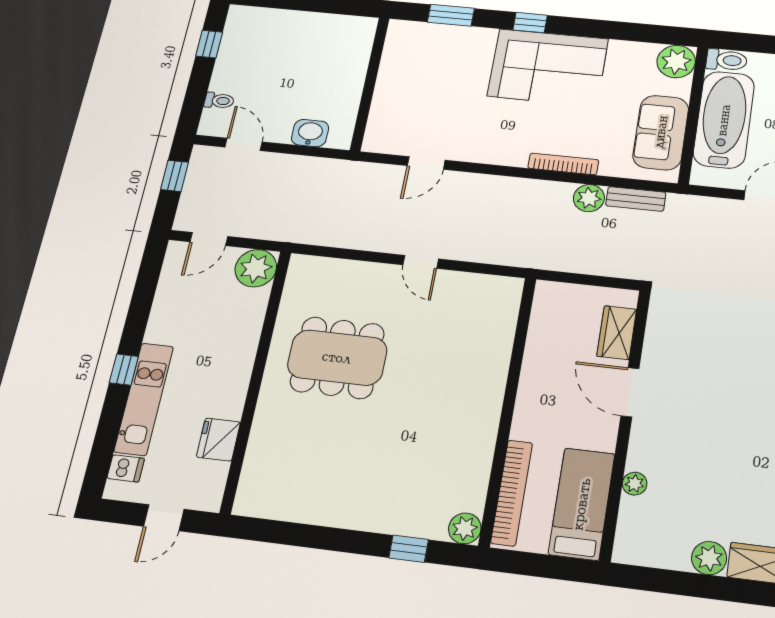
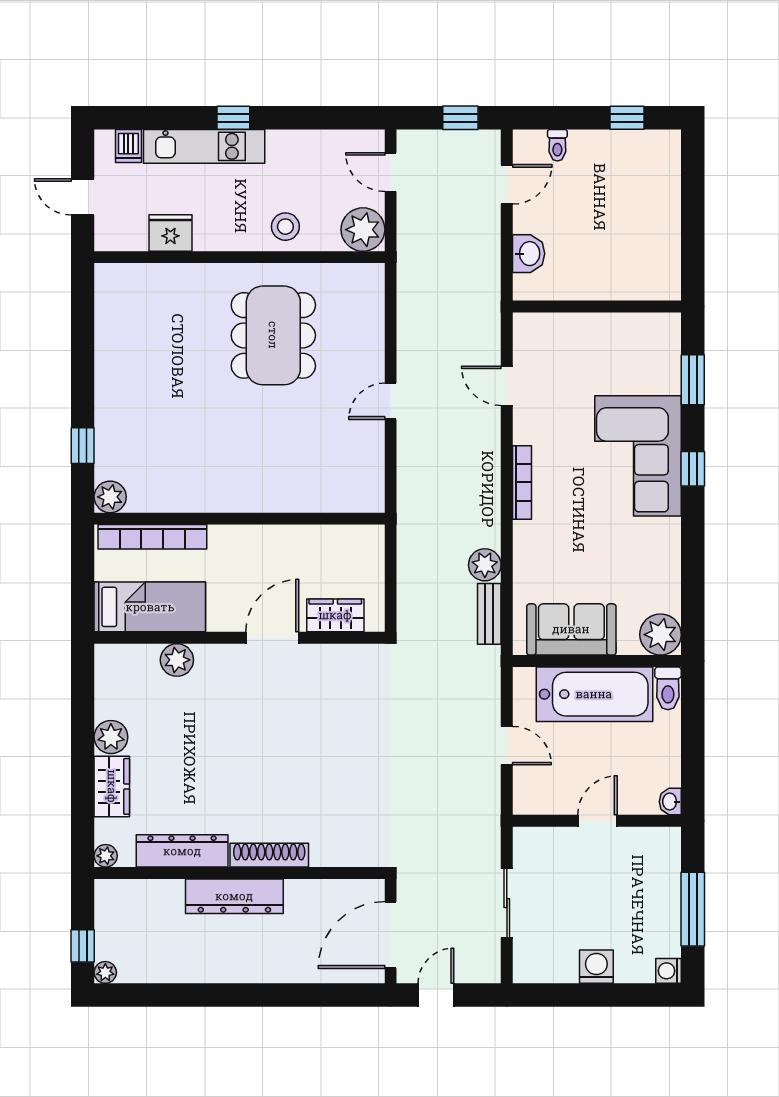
corner sofa: (548, 67) -> (638, 456), moved
bookcase: (563, 164) -> (522, 482), moved
stool: (237, 335) -> (285, 227), added
plant: (635, 484) -> (177, 660), width x1.38, depth x1.38

